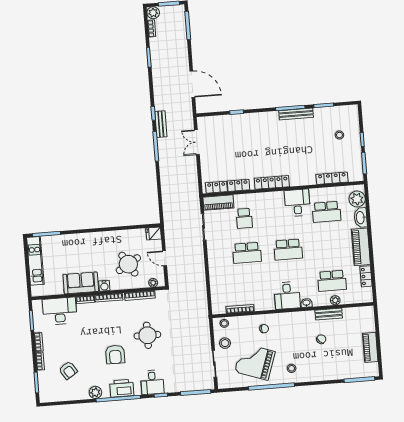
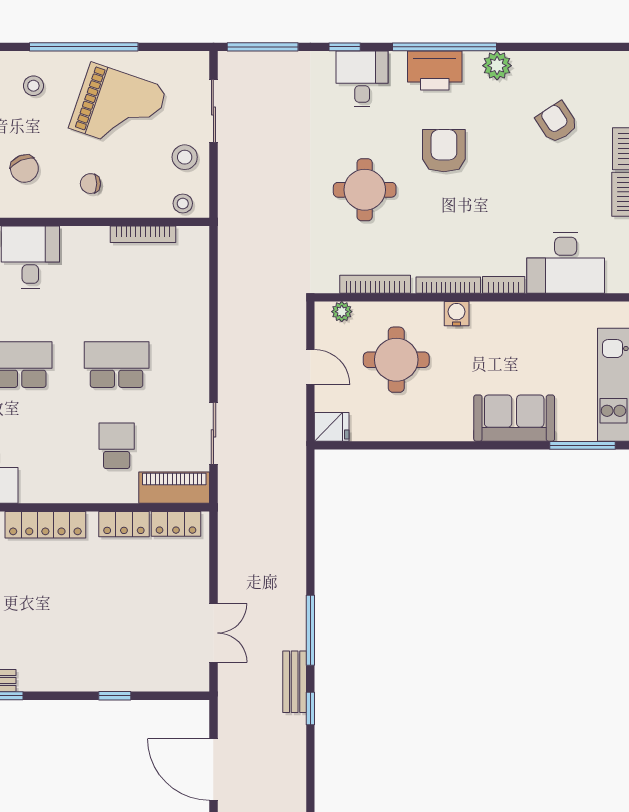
round table: (128, 264) -> (396, 360), turned 31
sofa: (81, 283) -> (514, 418), moved, turned 180
chair: (293, 333) -> (24, 169), added

